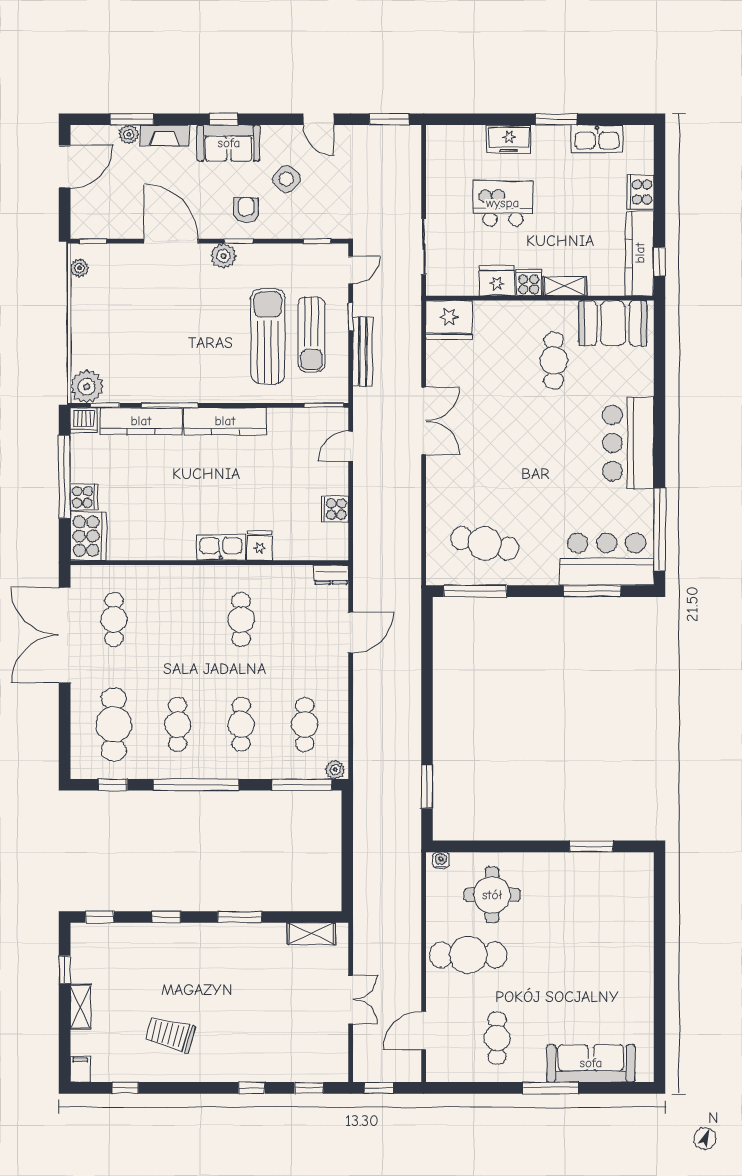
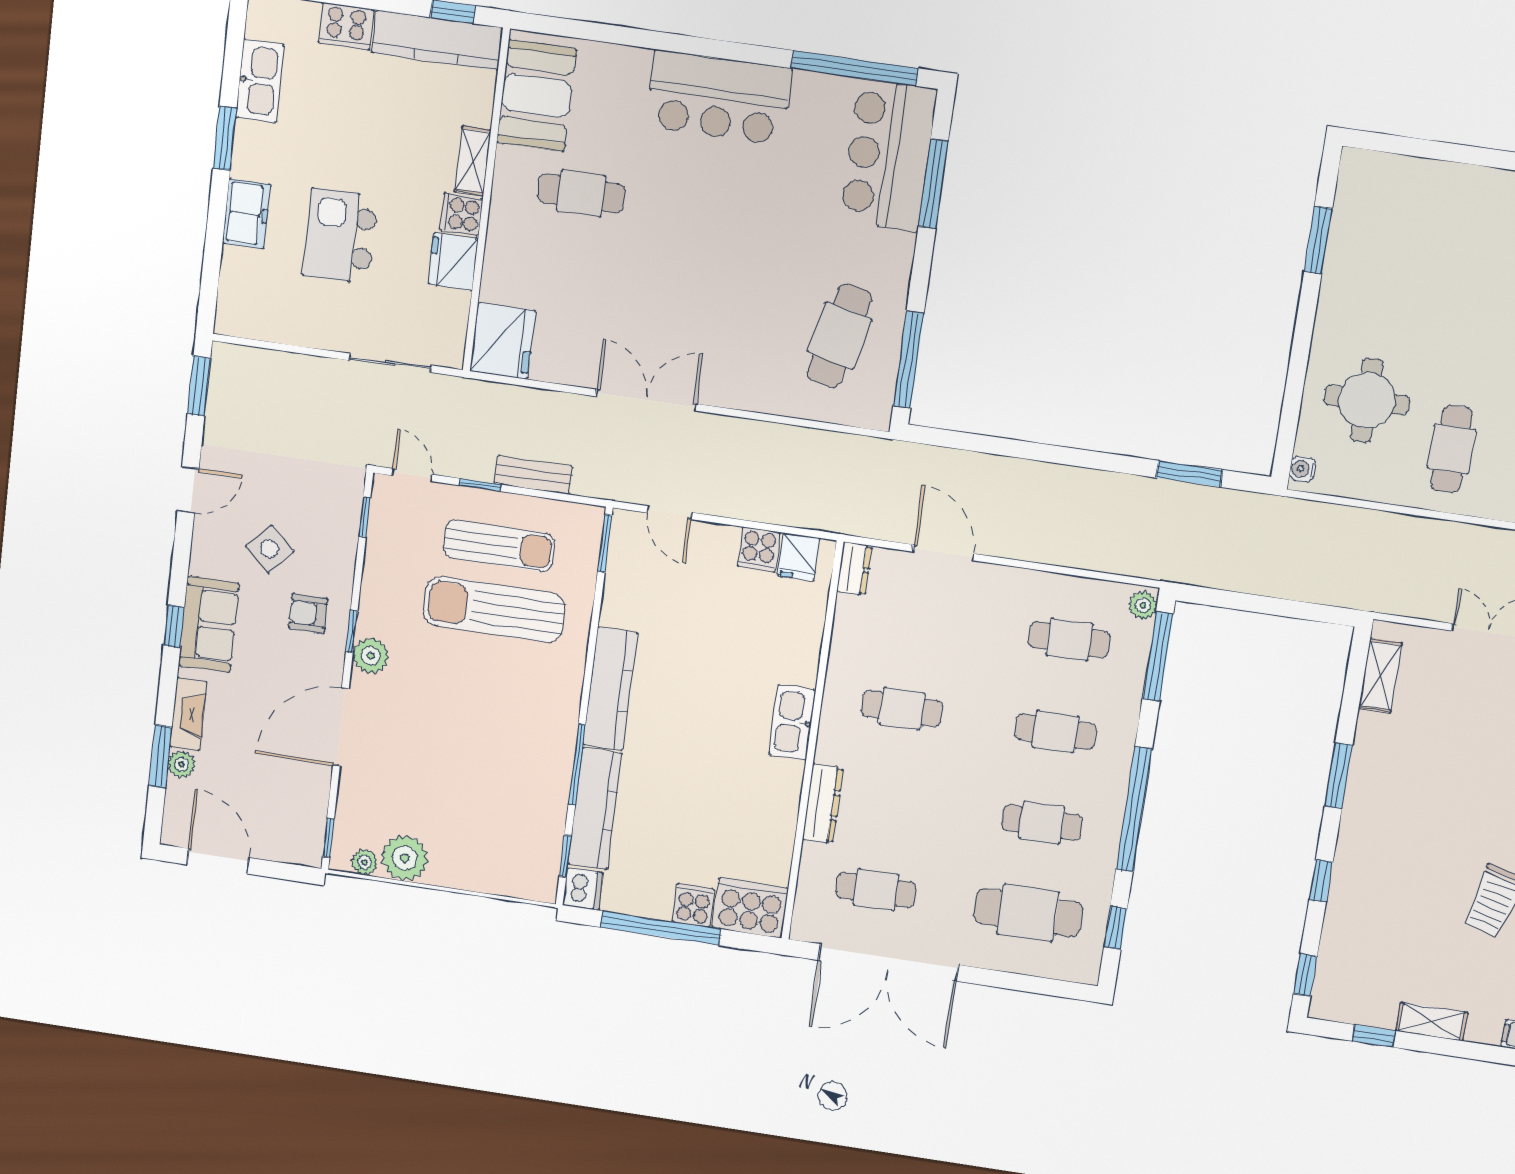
bench: (363, 352) -> (533, 475), width x0.73
plant: (87, 387) -> (405, 858), moved
fridge: (260, 546) -> (799, 557), moved, turned -90
dresser: (168, 575) -> (823, 804), added
cafe table: (468, 955) -> (1451, 449), width x0.73, depth x0.74

